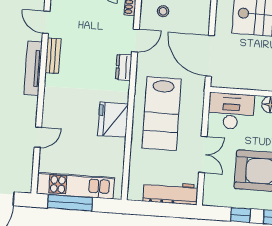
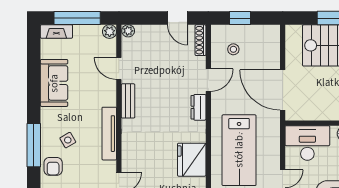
tv unit: (33, 68) -> (109, 134), moved

